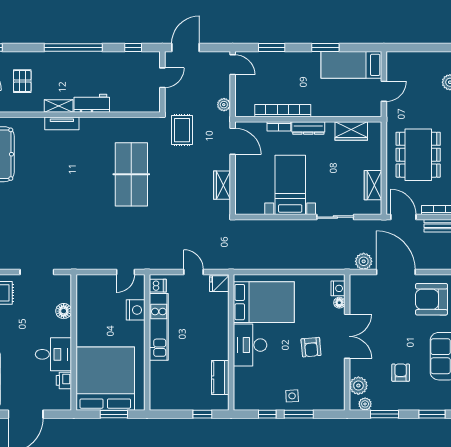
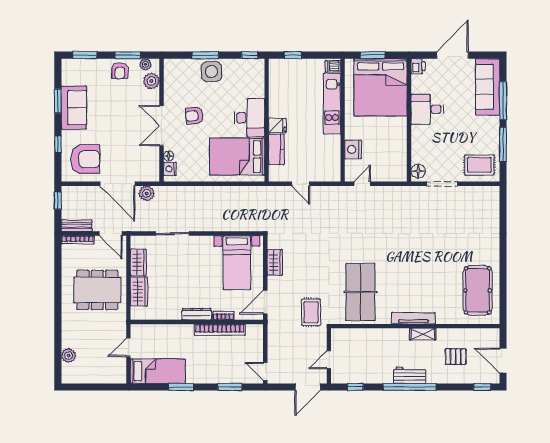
pallet: (22, 81) -> (456, 357), turned 90
workbench: (92, 103) -> (410, 375), moved, turned 180
plant: (224, 105) -> (273, 335), removed
tv unit: (62, 123) -> (413, 318), width x1.41
wardrobe: (351, 131) -> (139, 291), moved, turned 90
door: (233, 141) -> (265, 302), hinge flipped
dining table: (418, 155) -> (97, 290), turned 90
table tennis table: (131, 174) -> (360, 292), moved
bed with nightstands: (290, 185) -> (237, 263), moved
fridge: (219, 284) -> (277, 126), moved
dishwasher: (158, 286) -> (333, 66), moved
floor lamp: (64, 311) -> (418, 171), moved
kitchen unit: (159, 327) -> (332, 104), moved
armchair: (311, 347) -> (194, 116), turned -90
armchair: (401, 373) -> (120, 71), moved
kitchen counter: (220, 377) -> (276, 149), moved
printer: (64, 380) -> (418, 66), moved
side table: (292, 396) -> (211, 72), width x1.87, depth x1.87
window: (267, 414) -> (250, 55), moved

